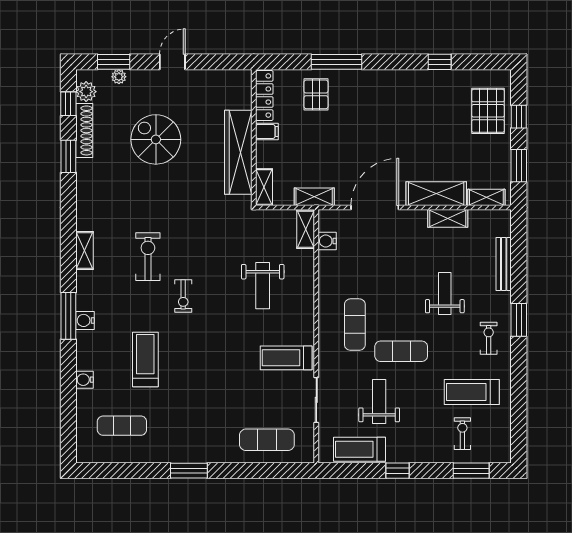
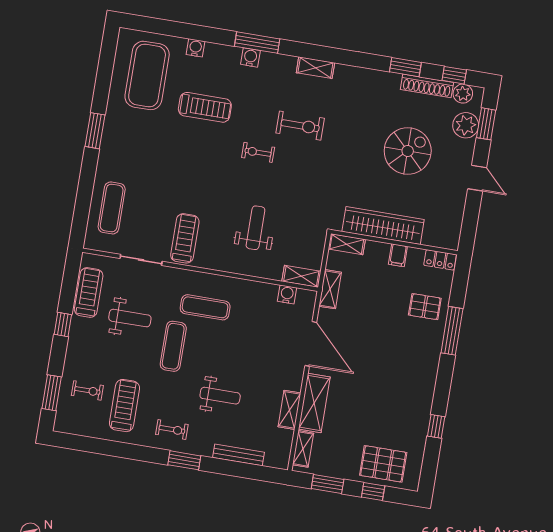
plant: (119, 77) -> (466, 125), width x1.88, depth x1.88
locker: (264, 96) -> (440, 260), width x0.66
weight bench: (263, 286) -> (255, 228), turned 90
exercise mat: (122, 426) -> (147, 75), width x2.00, depth x1.45

